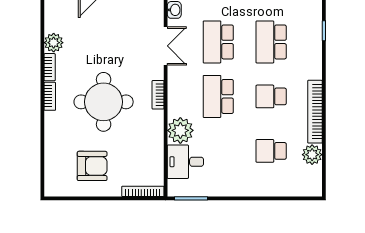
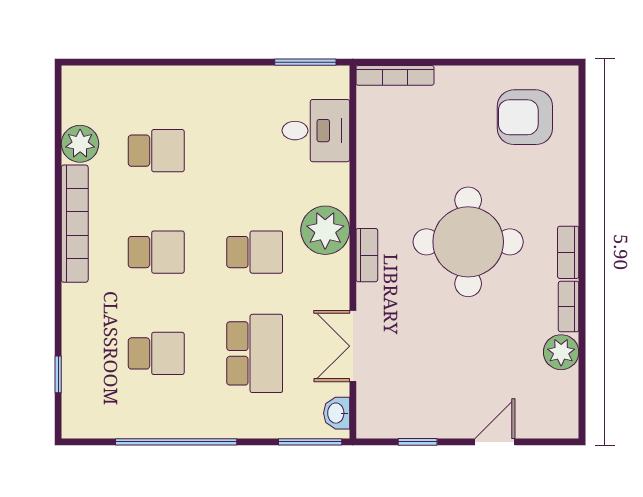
school desk: (271, 42) -> (156, 353), width x0.54
school desk: (218, 96) -> (255, 252), width x0.54
plant: (180, 130) -> (325, 230), moved
armchair: (92, 166) -> (525, 117), moved

